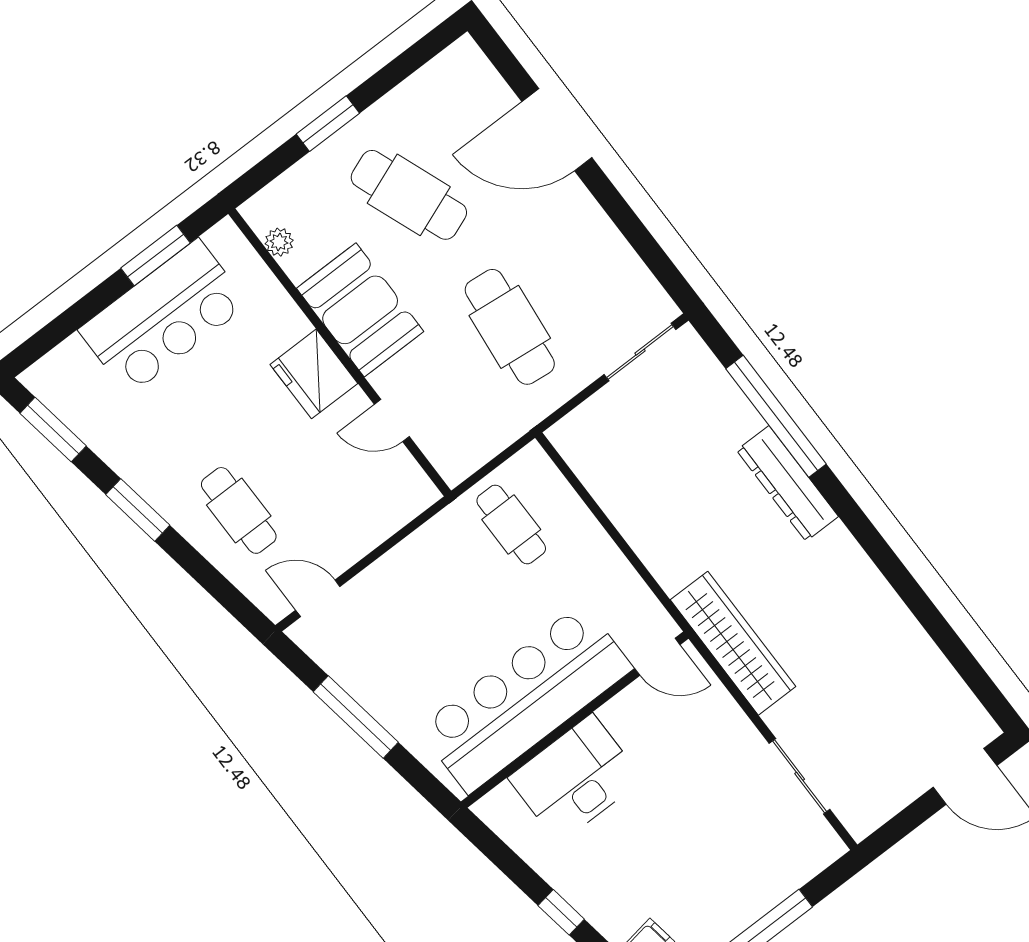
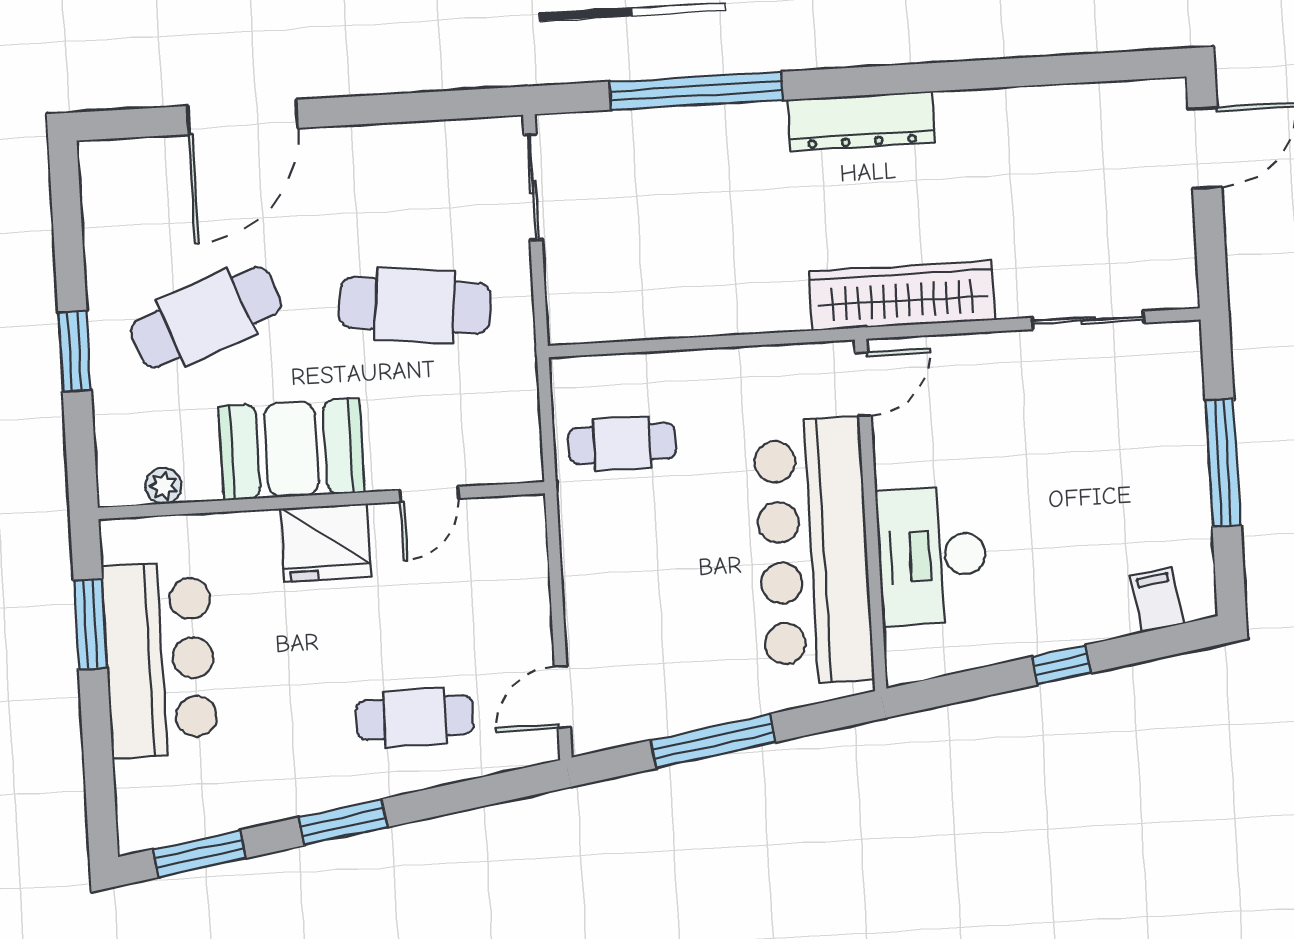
dresser: (787, 483) -> (861, 121), moved

